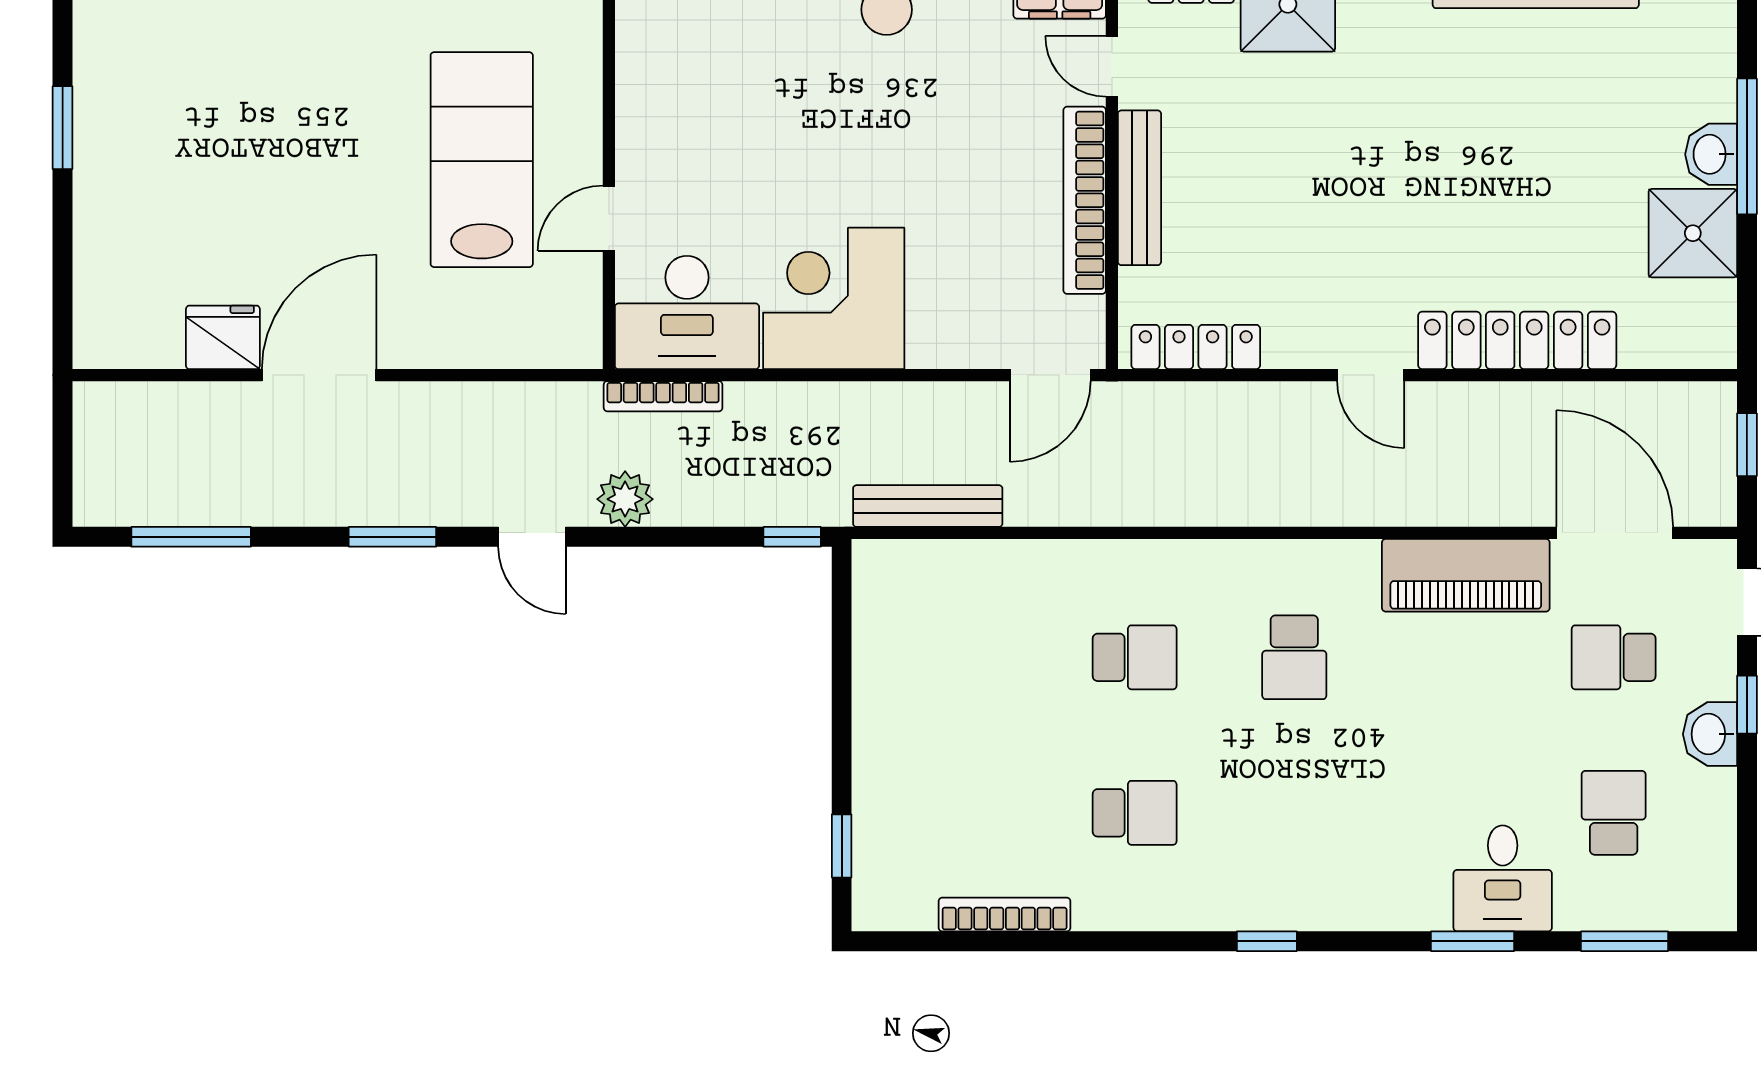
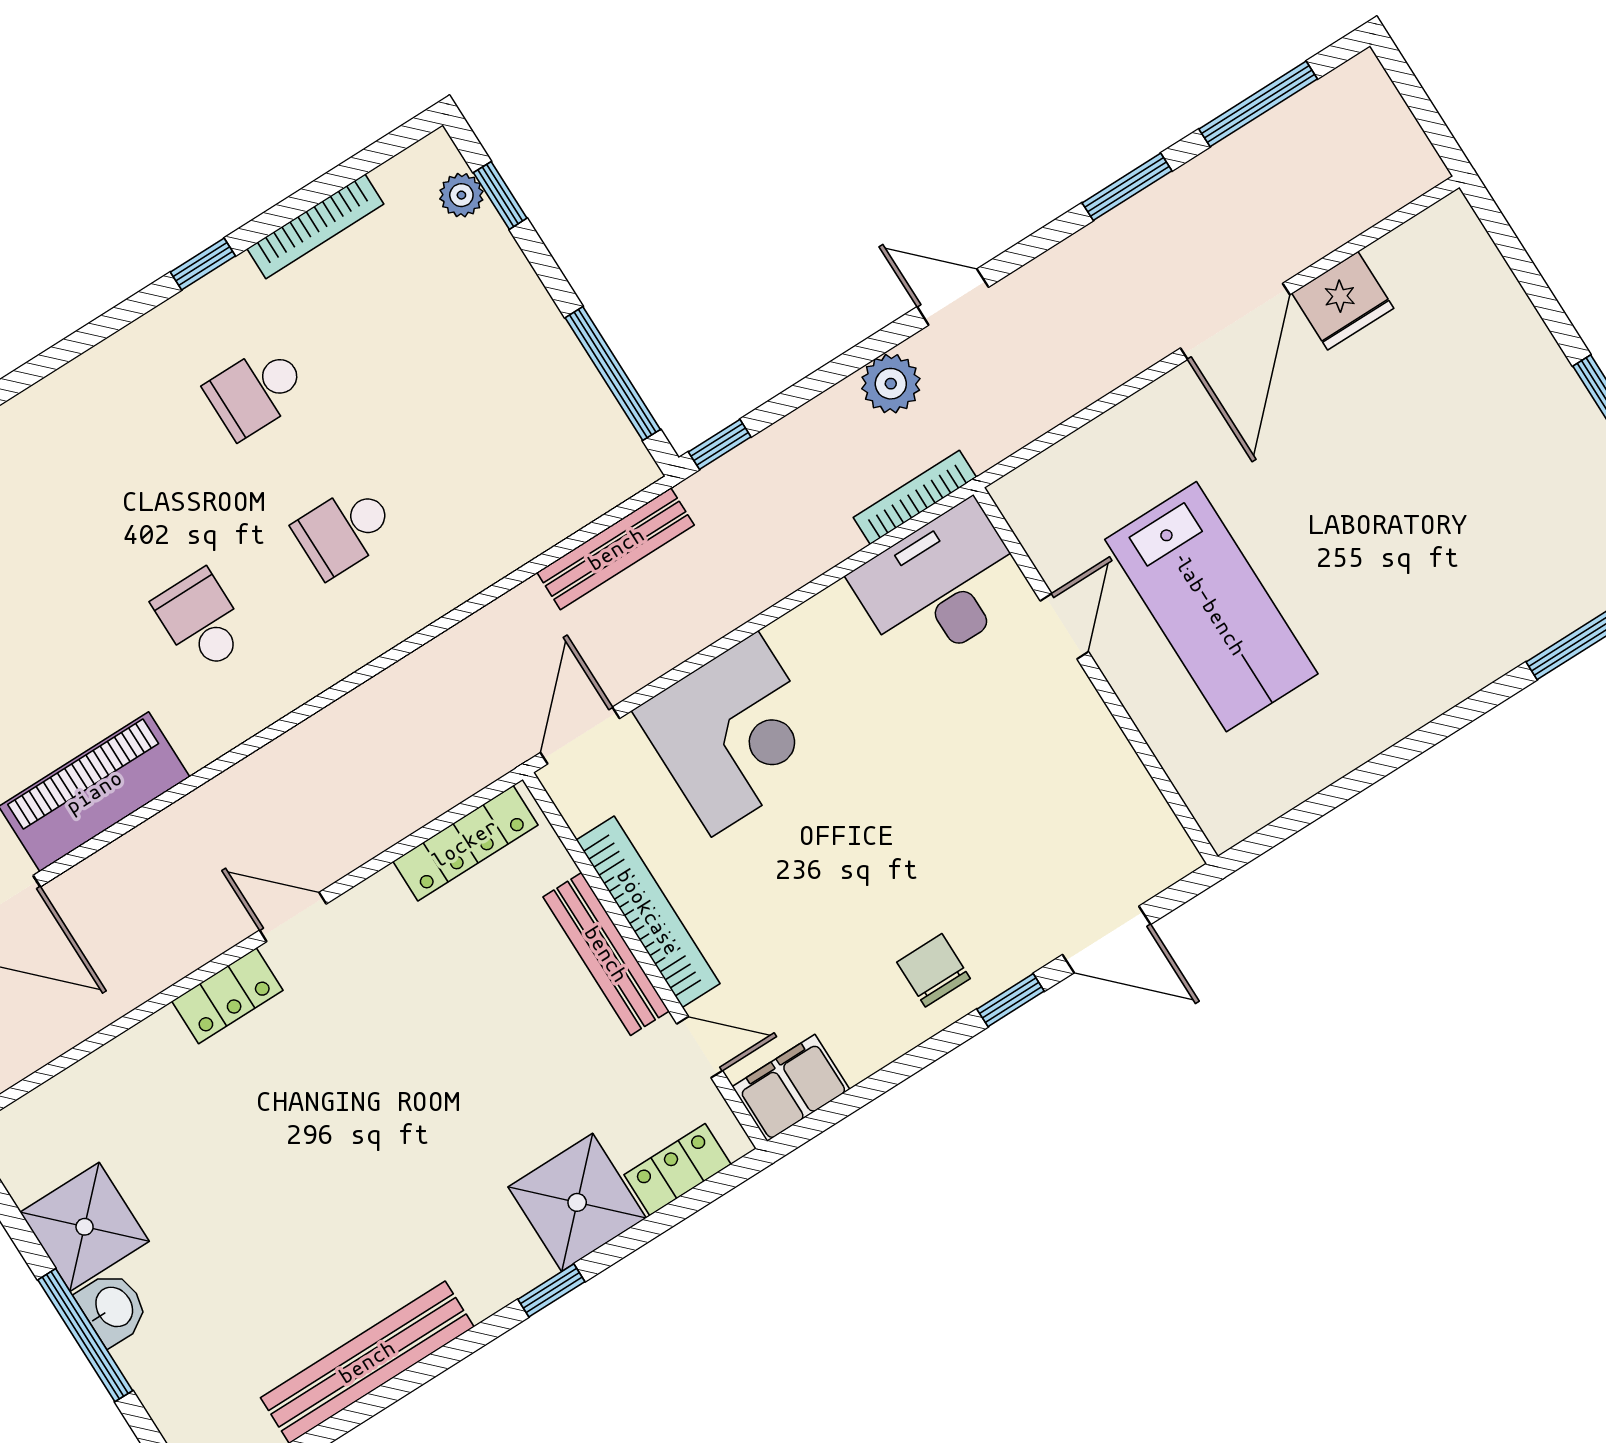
corner desk: (834, 298) -> (735, 734), moved
locker: (1517, 340) -> (227, 996), width x0.46, depth x0.83
window: (392, 537) -> (1127, 187), moved
window: (842, 647) -> (613, 374), added
plant: (872, 866) -> (461, 195), added
window: (1267, 941) -> (203, 264), moved

